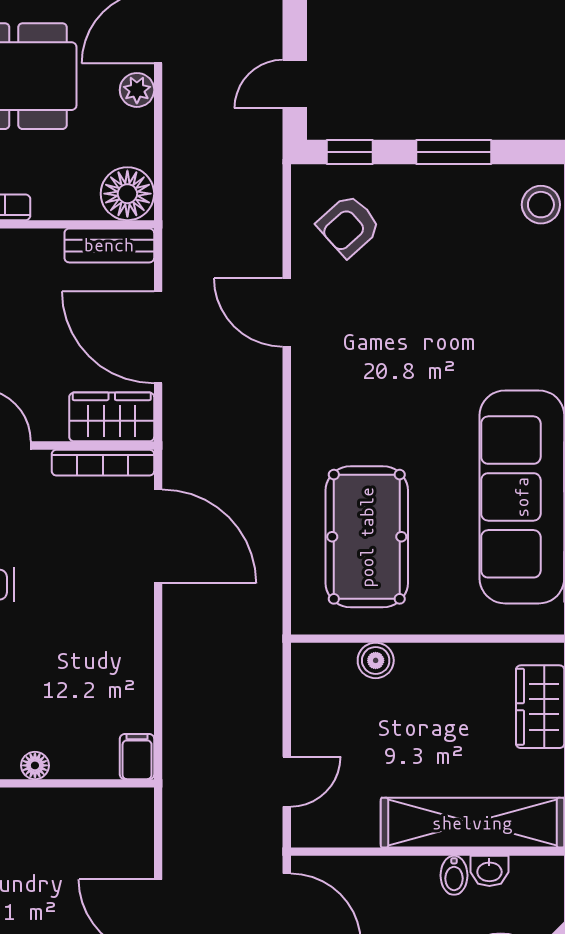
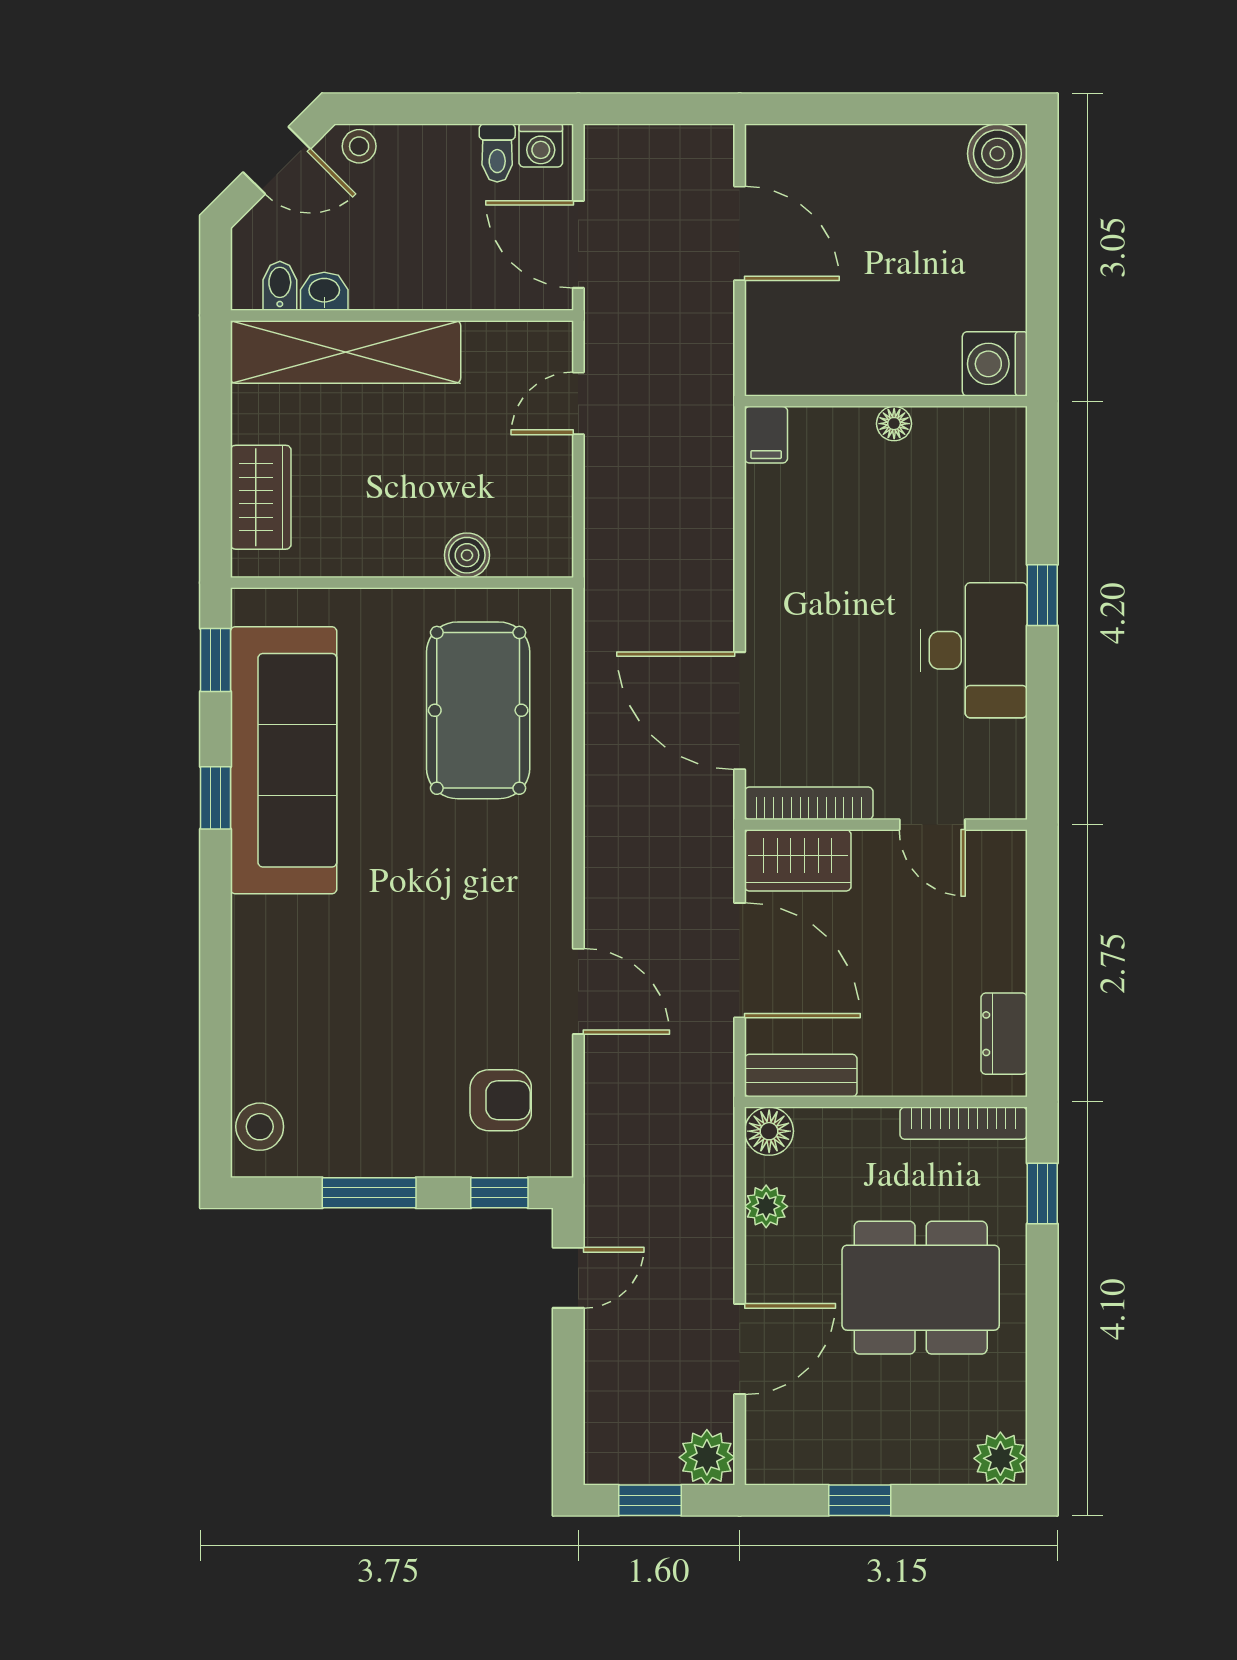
plant: (137, 90) -> (766, 1206), moved
floor lamp: (127, 194) -> (769, 1131), width x0.73, depth x0.73
armchair: (349, 226) -> (501, 1100), turned 42
bidet: (454, 875) -> (280, 286), moved

